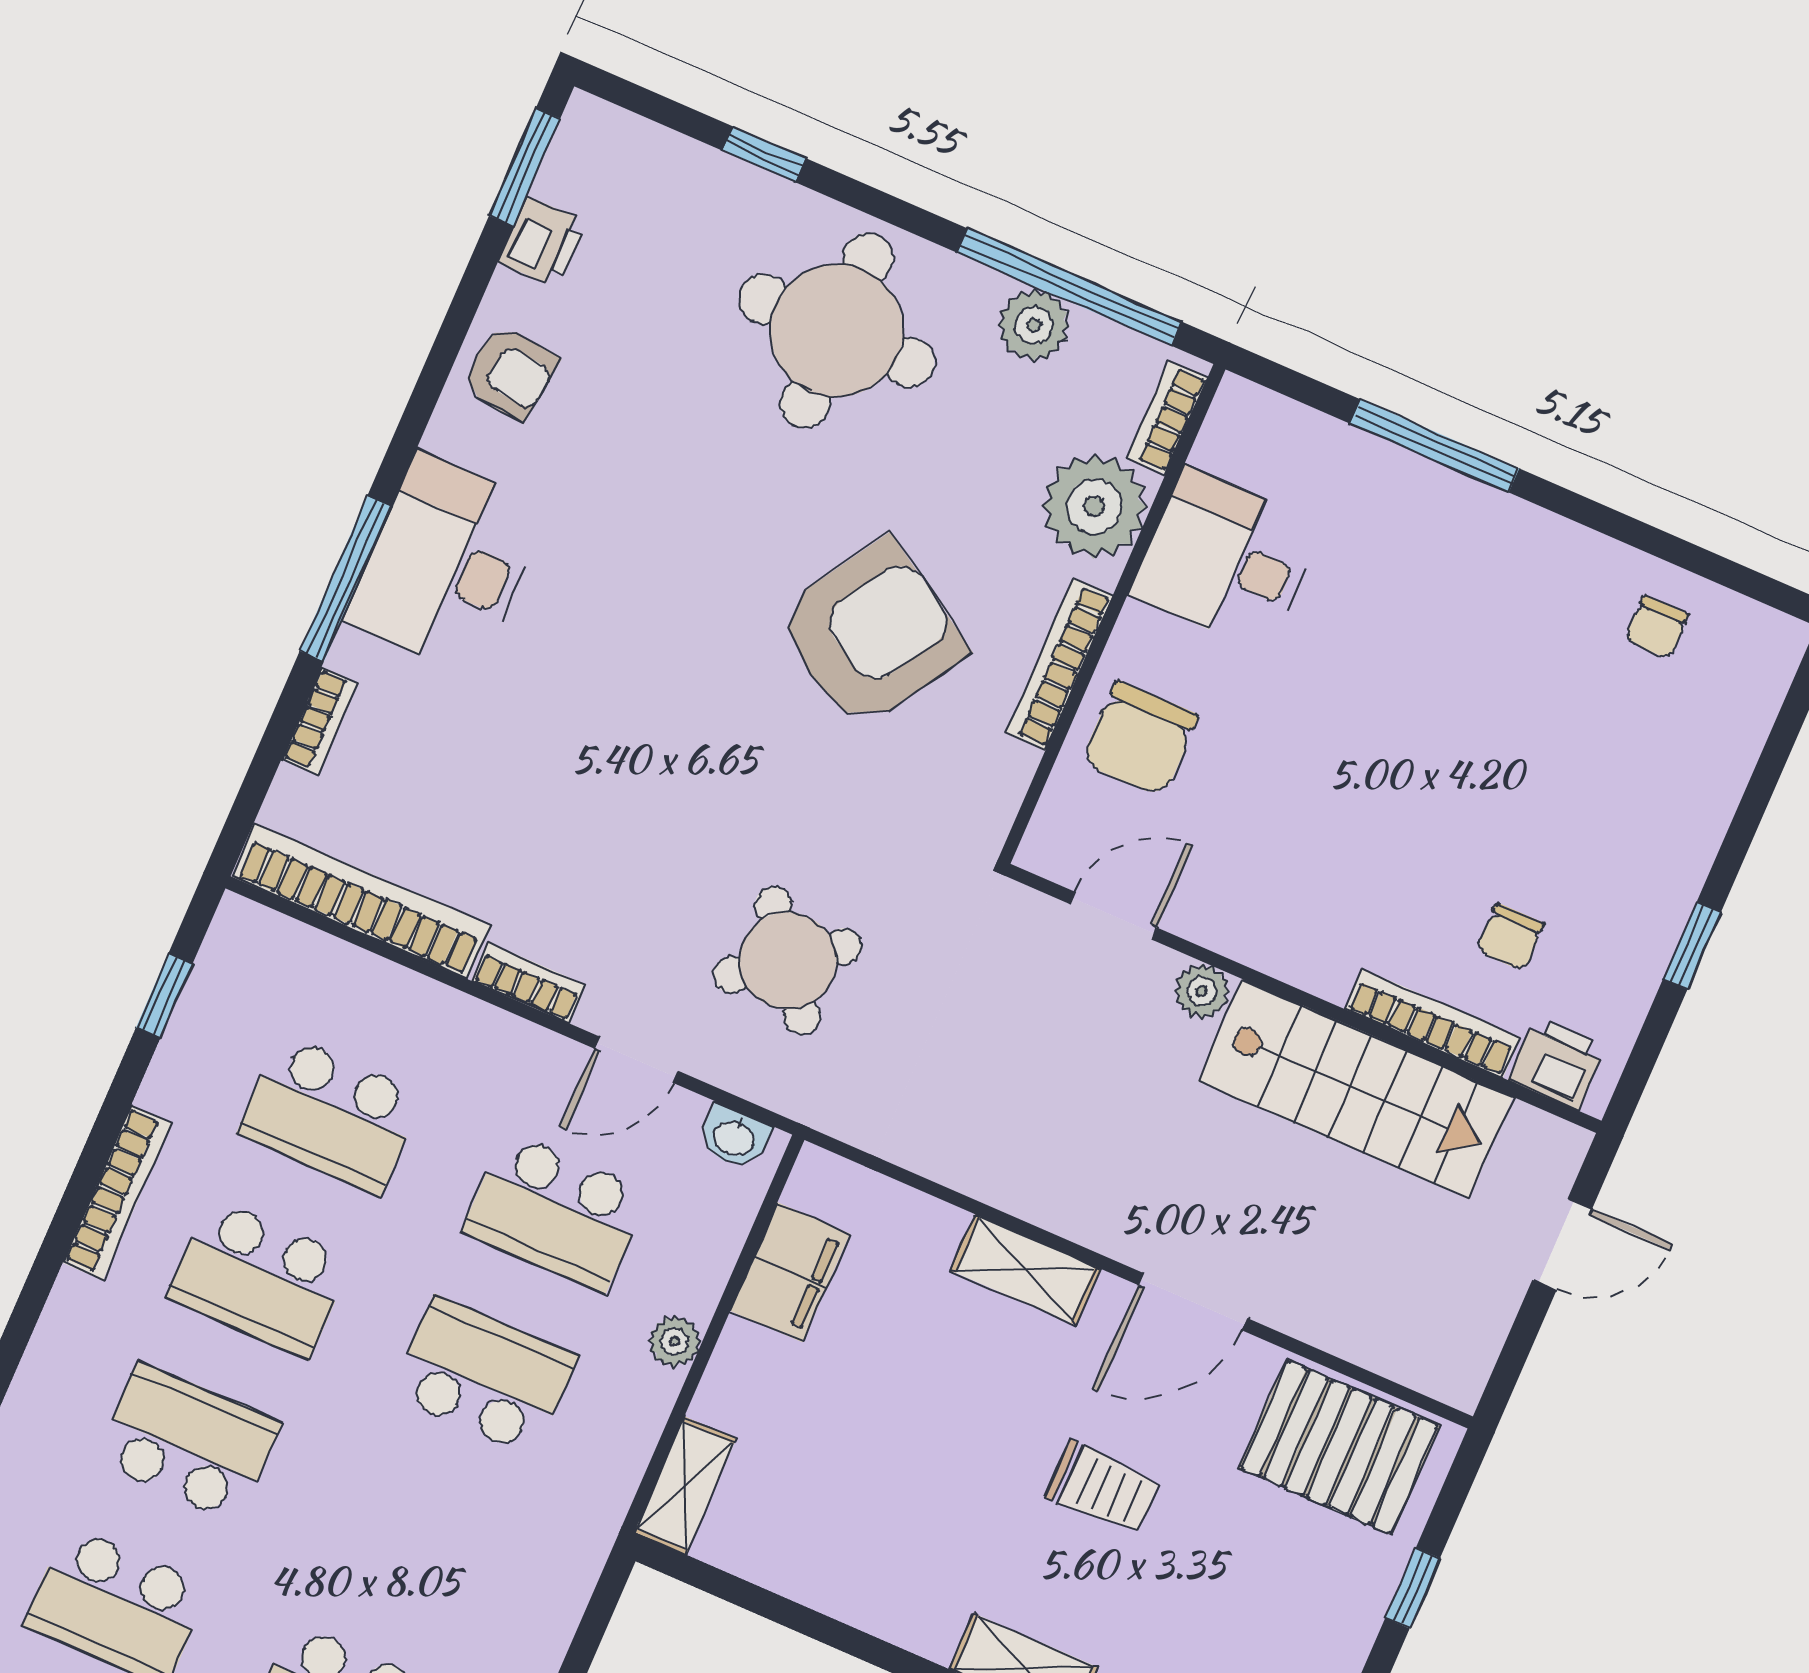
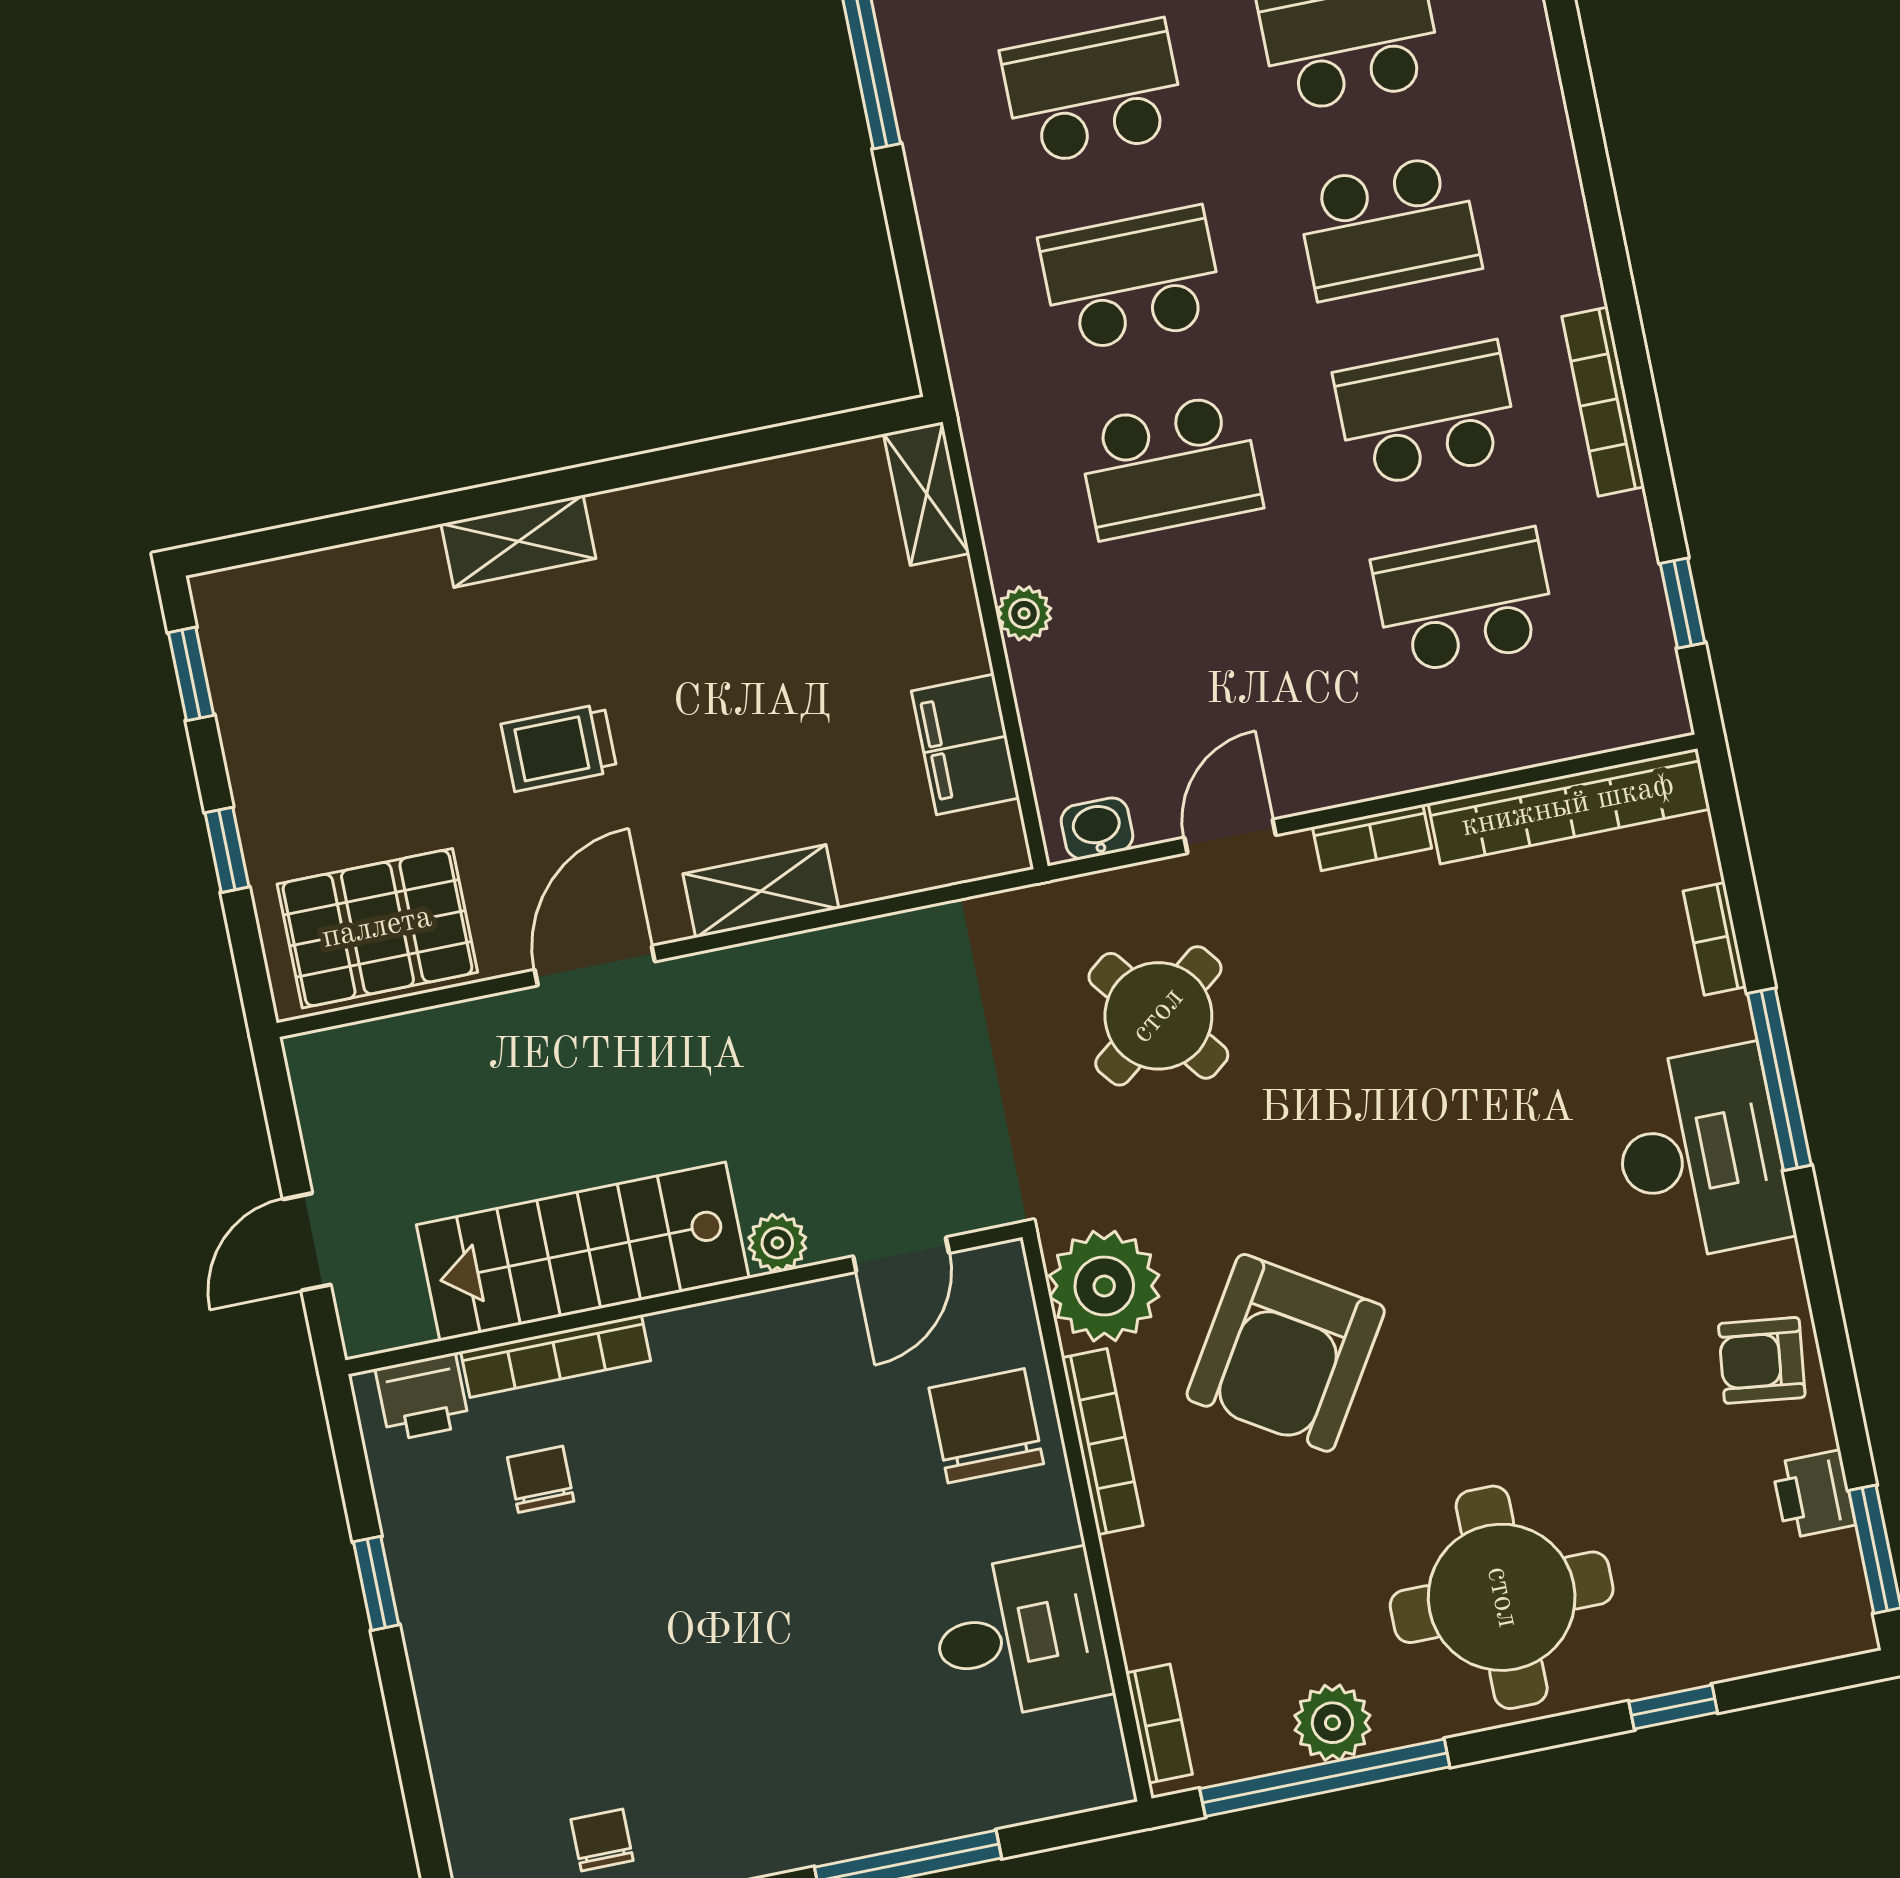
plant: (1094, 506) -> (1104, 1286), moved
school desk: (555, 1212) -> (1132, 279), moved

